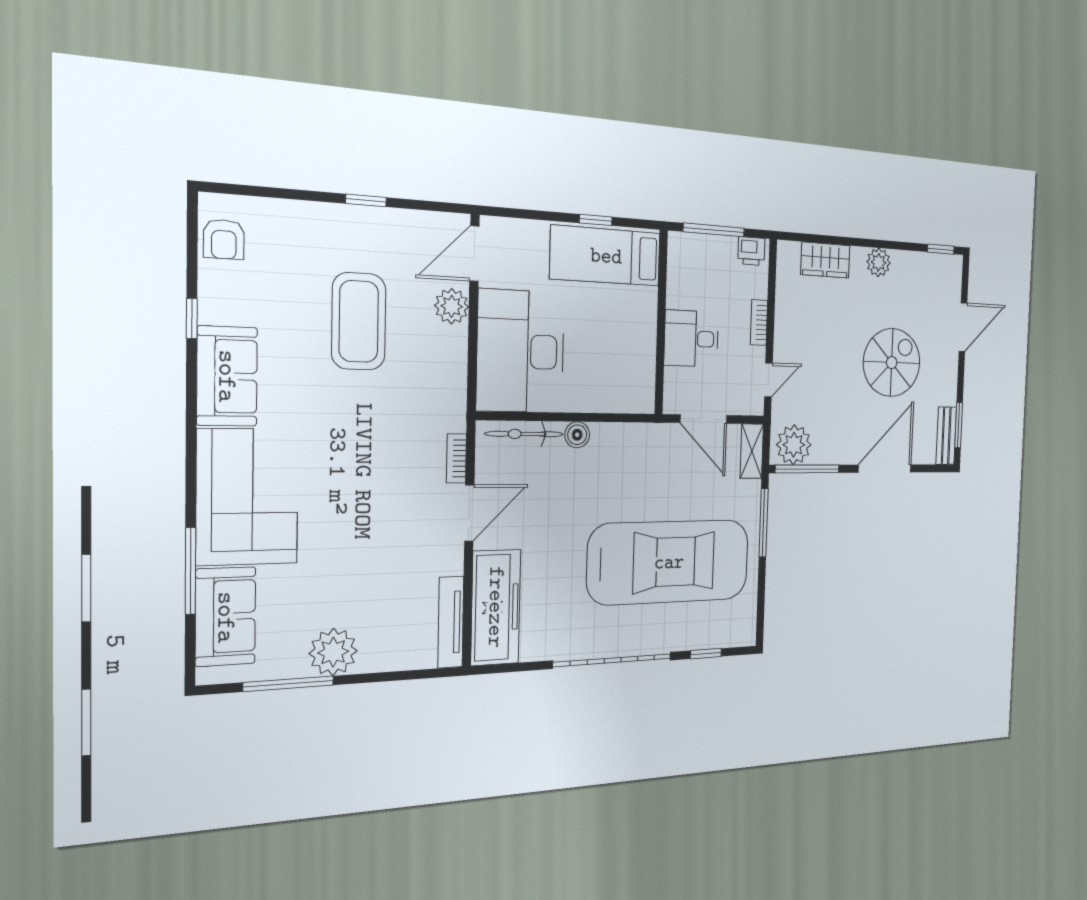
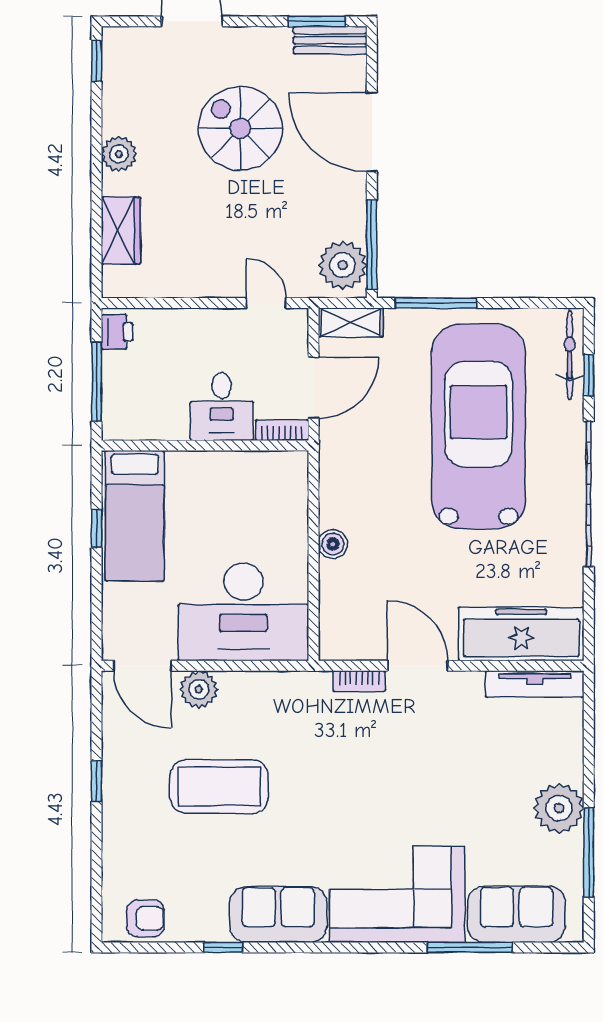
bookcase: (759, 323) -> (282, 430), moved, turned 180
bicycle: (524, 434) -> (570, 355), moved, turned 180

